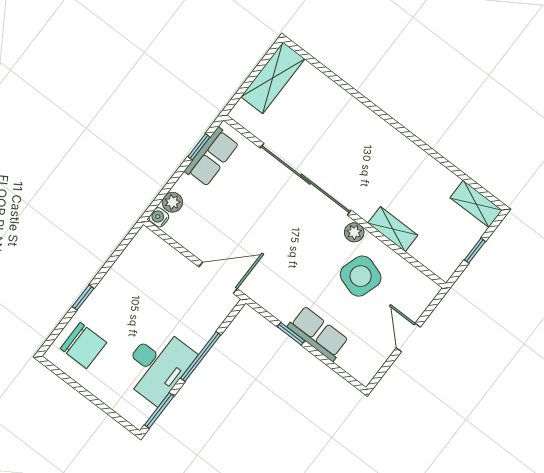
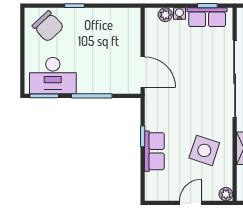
water cooler: (159, 217) -> (179, 14), moved
plant: (354, 232) -> (226, 194), moved
chair: (83, 346) -> (48, 26), turned -43
desk: (157, 365) -> (53, 76), moved

